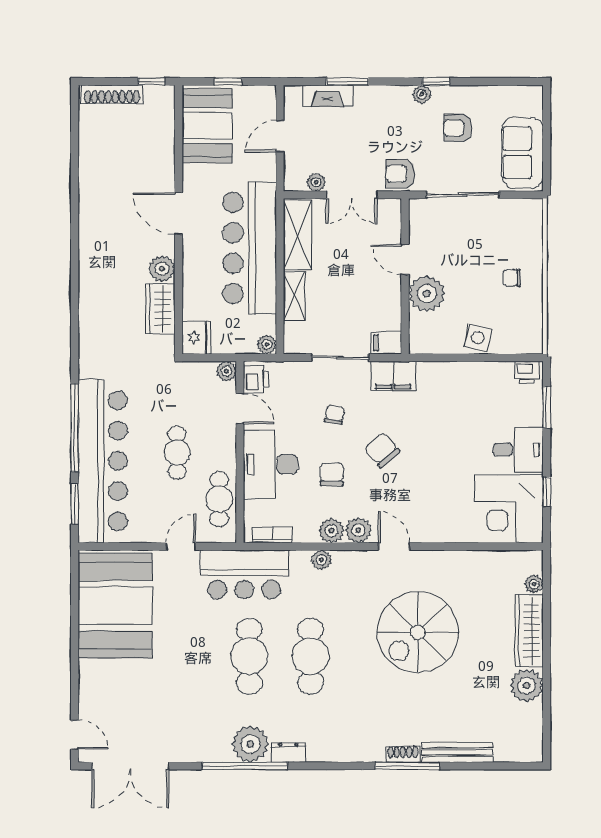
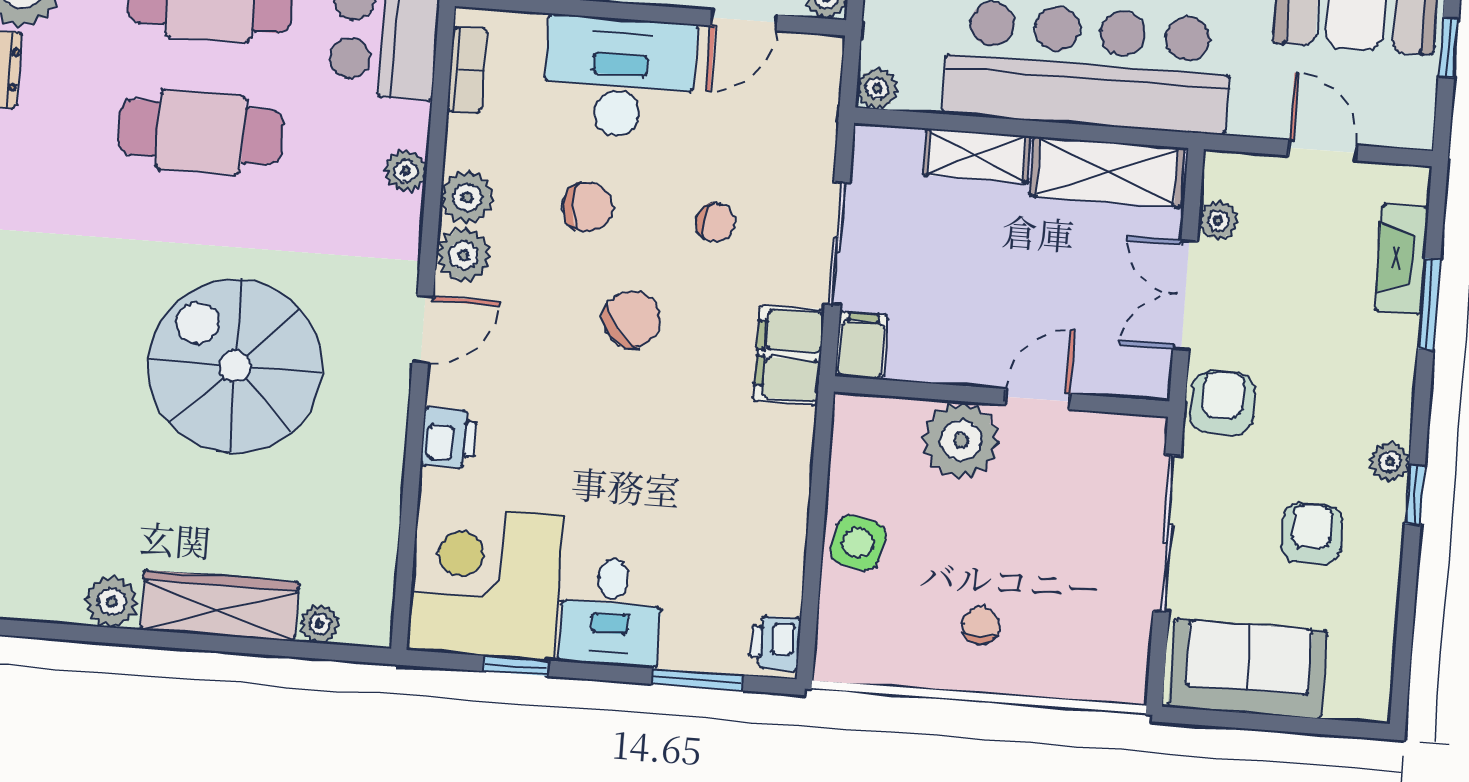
printer: (256, 379) -> (449, 438), moved, turned -90
plant: (527, 685) -> (112, 602), width x0.73, depth x0.73

